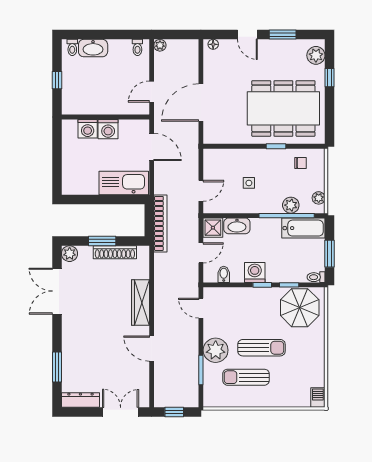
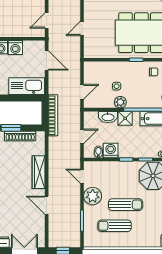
door: (201, 103) -> (82, 28), width x0.53
plant: (291, 205) -> (120, 102), moved
shower: (213, 228) -> (125, 118), moved
washing machine: (255, 272) -> (111, 151), moved
plant: (216, 350) -> (93, 196), moved

